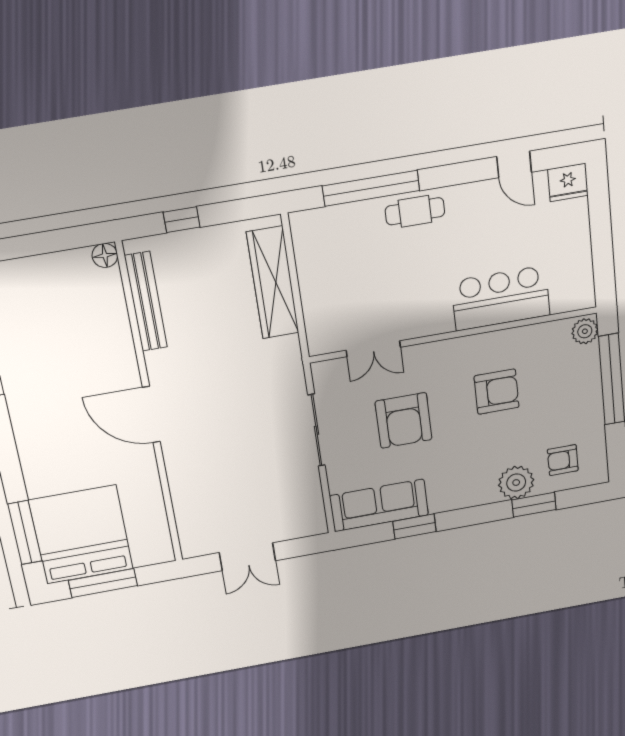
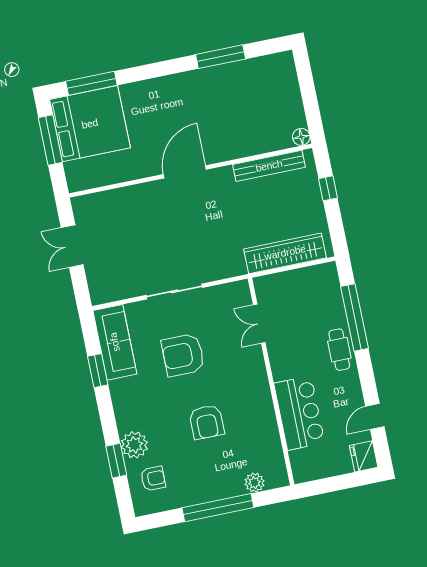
bar counter: (501, 298) -> (299, 413), moved
wall: (454, 335) -> (271, 382), moved
double door: (373, 349) -> (259, 324), moved
armchair: (563, 460) -> (153, 479), turned 90

